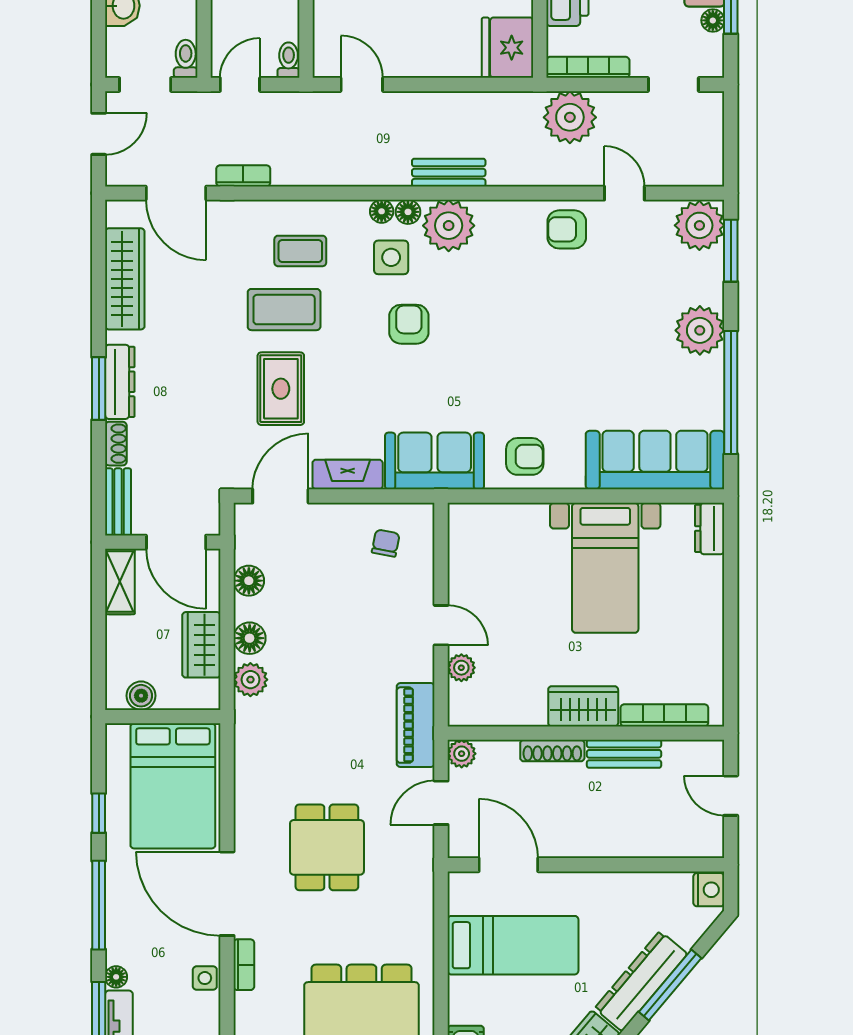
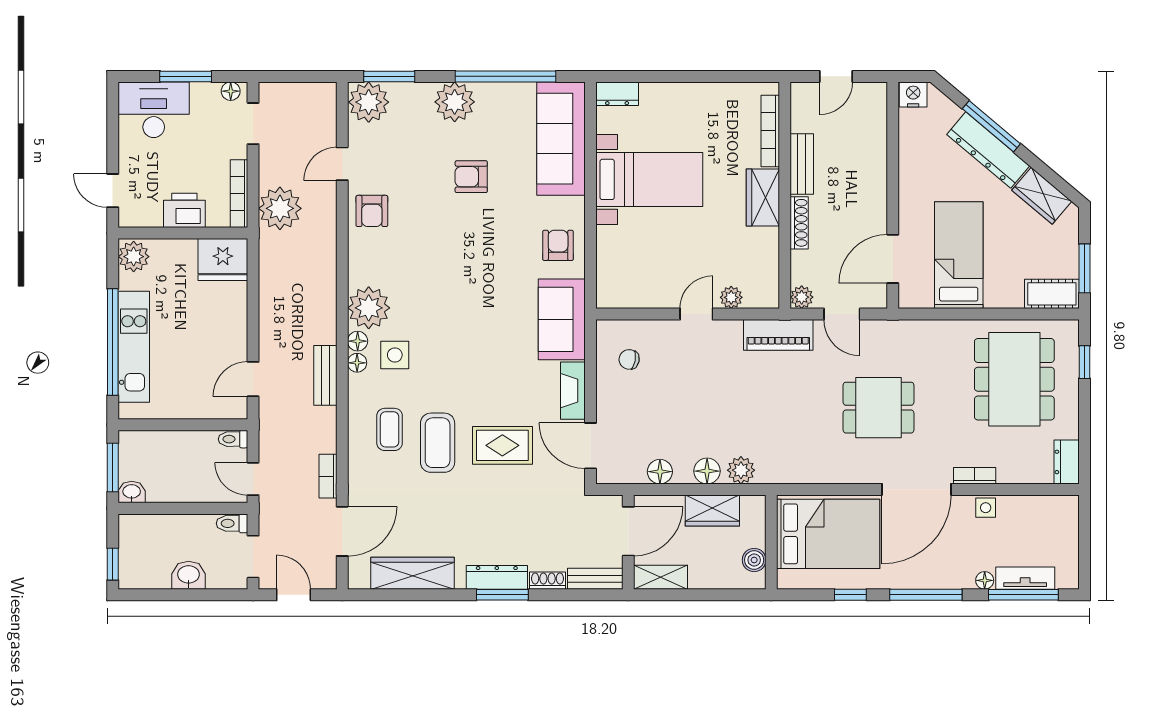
floor lamp: (713, 20) -> (231, 91), moved
bench: (449, 173) -> (325, 375), moved
armchair: (409, 324) -> (471, 177), moved

